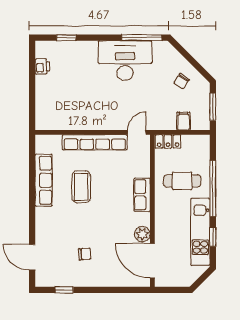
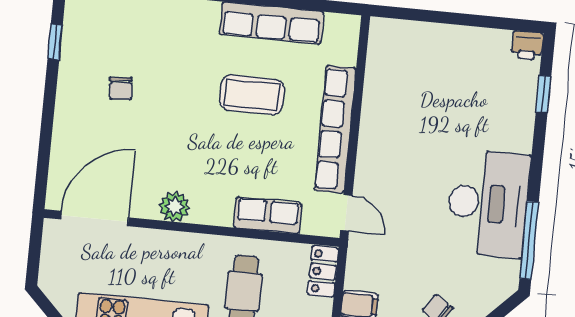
printer: (42, 66) -> (527, 45), moved
row of seats: (142, 195) -> (268, 215), moved
plant: (142, 234) -> (174, 207), moved

